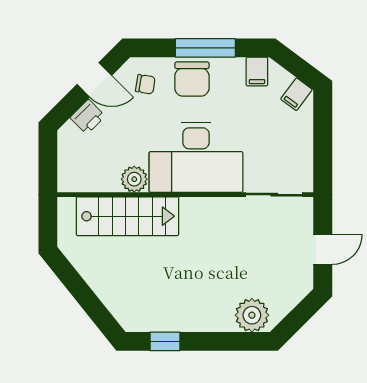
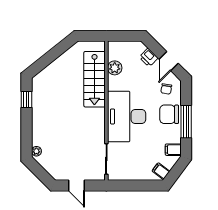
plant: (134, 179) -> (115, 68), moved
plant: (252, 315) -> (36, 151), width x0.53, depth x0.53

